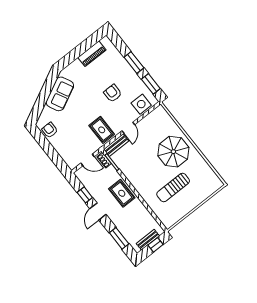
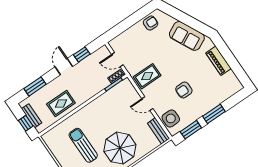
piano: (92, 54) -> (218, 61), moved
armchair: (113, 93) -> (184, 90), turned 180
bench: (116, 145) -> (159, 131), moved
door: (88, 160) -> (117, 60), hinge flipped
rug: (122, 193) -> (61, 103), moved
door: (98, 212) -> (64, 67), hinge flipped

